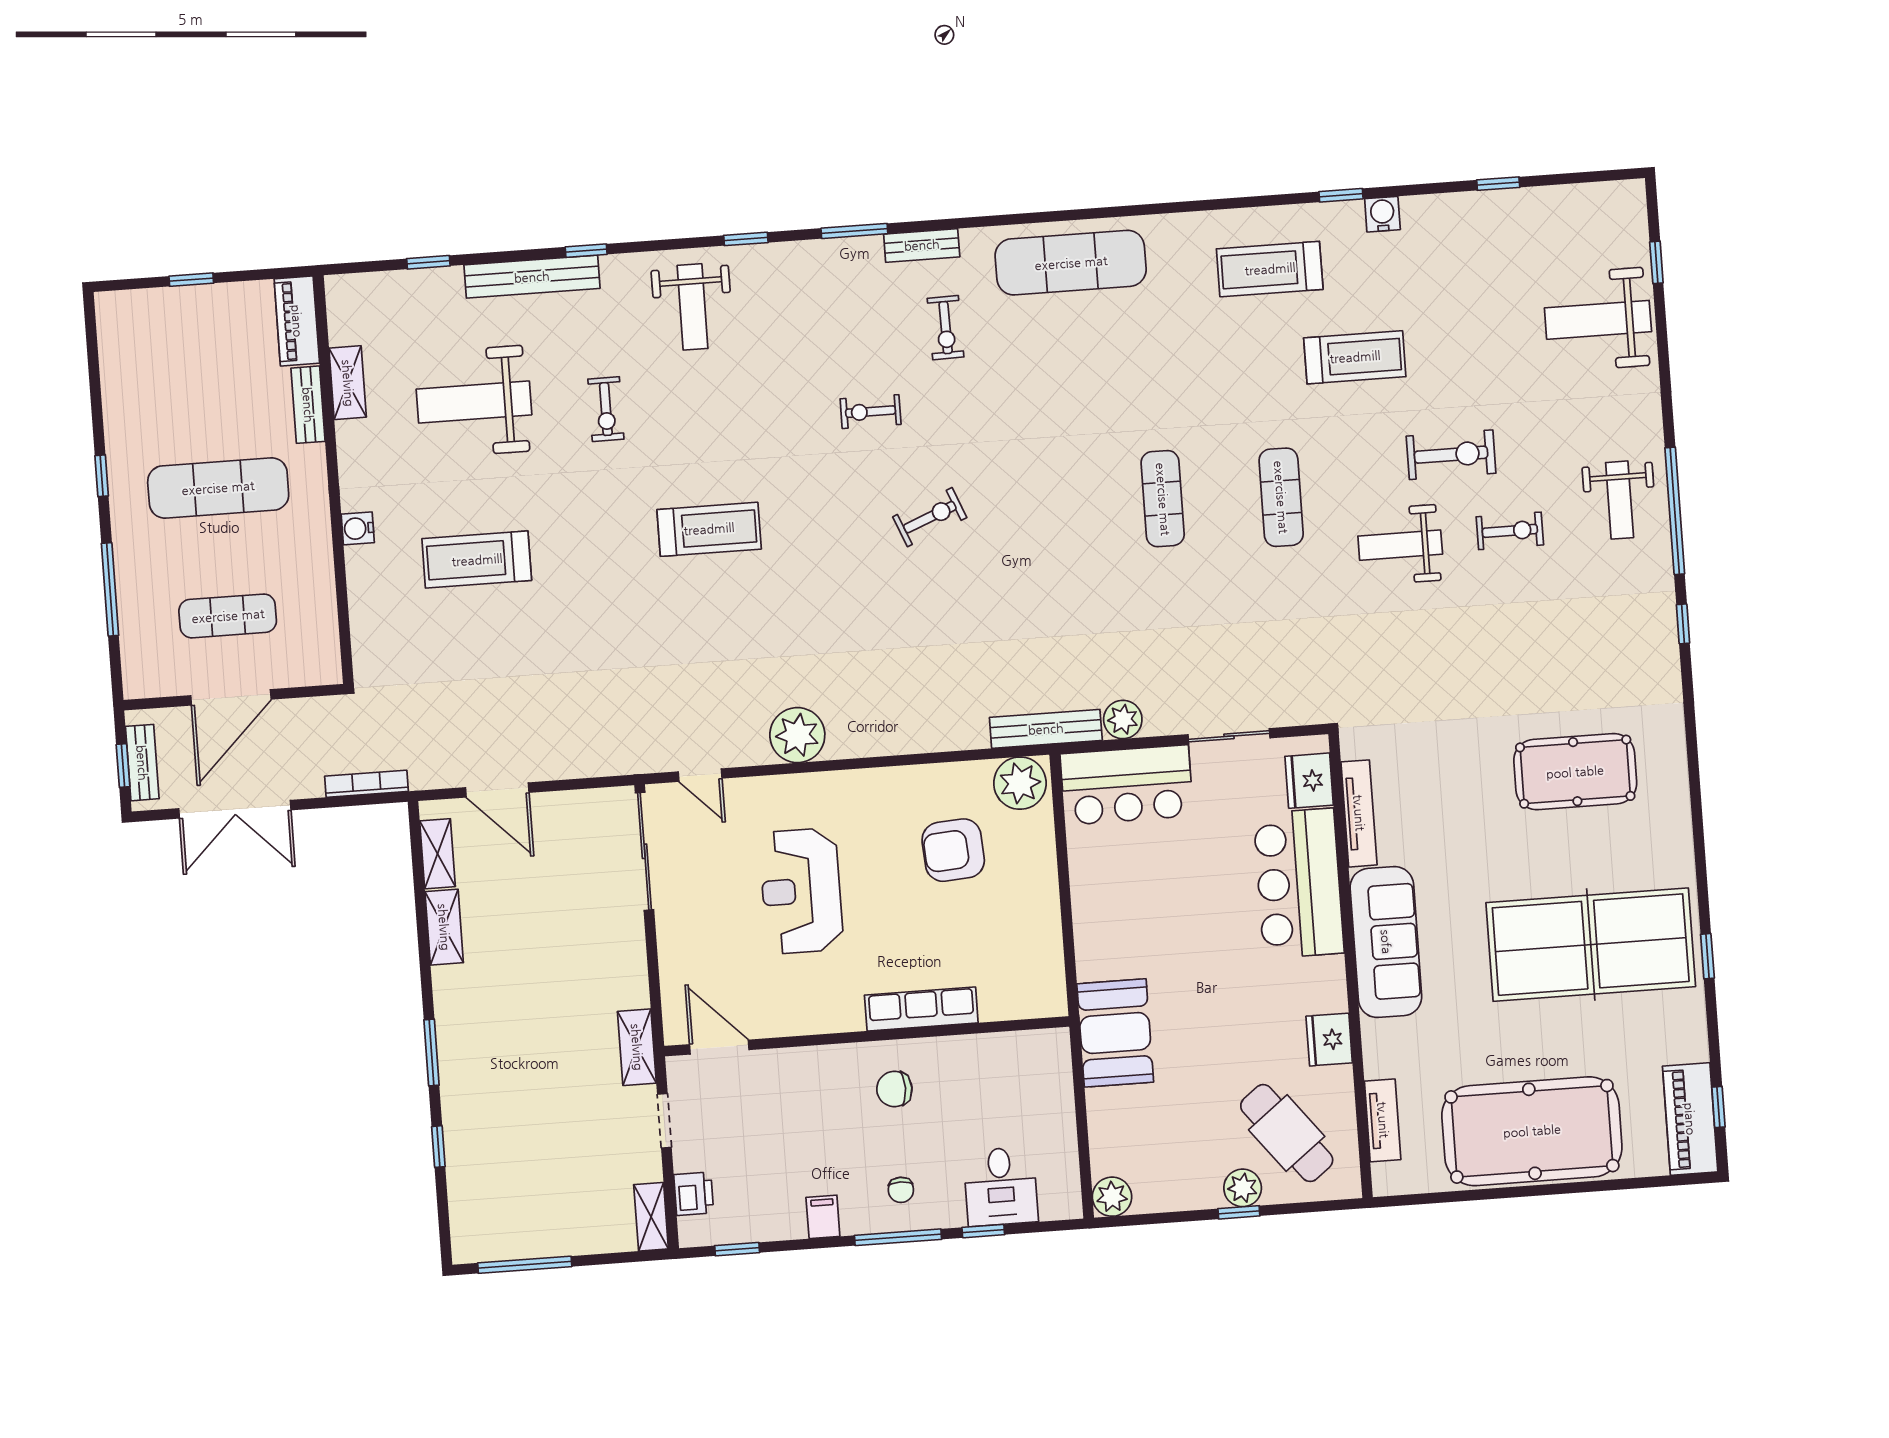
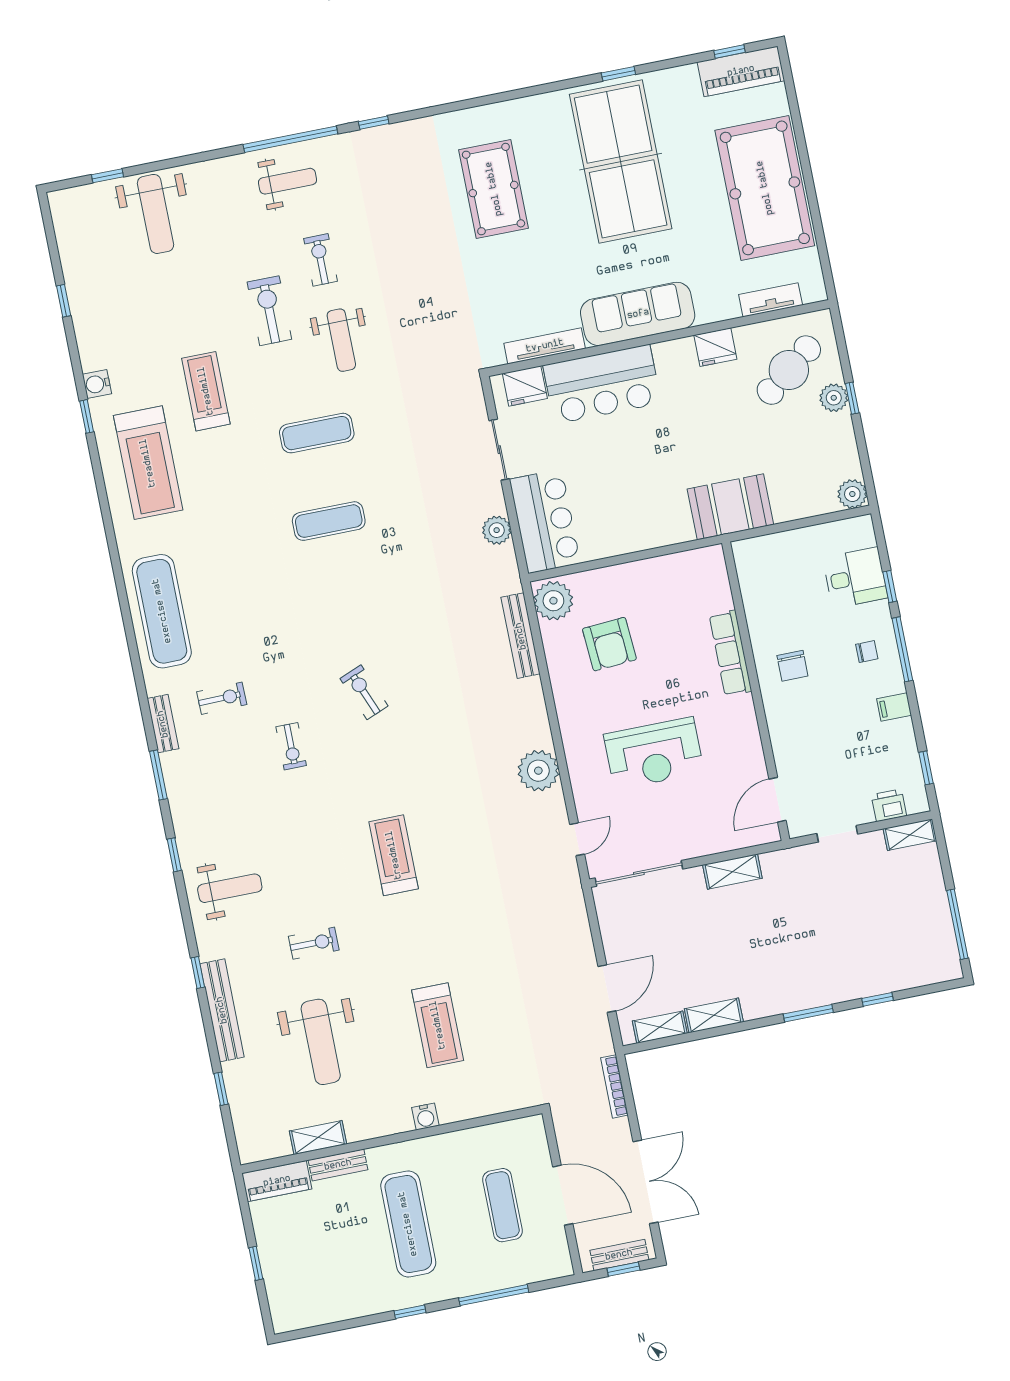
treadmill: (1270, 269) -> (148, 463), width x1.37, depth x1.38
bench: (1046, 729) -> (521, 636), moved
shelving: (637, 1047) -> (732, 872), moved

